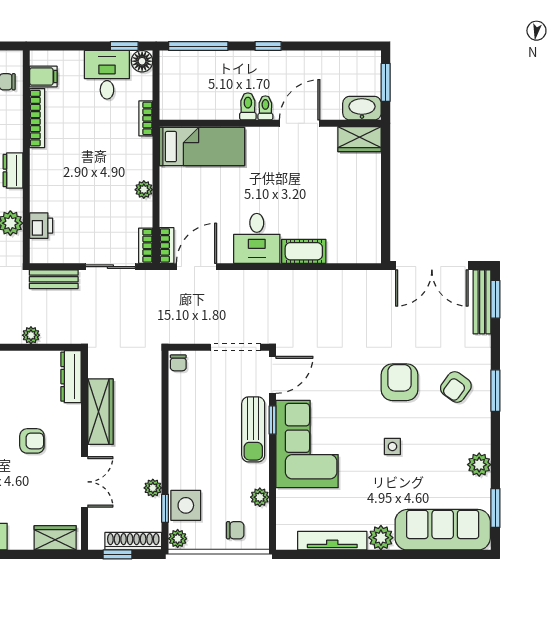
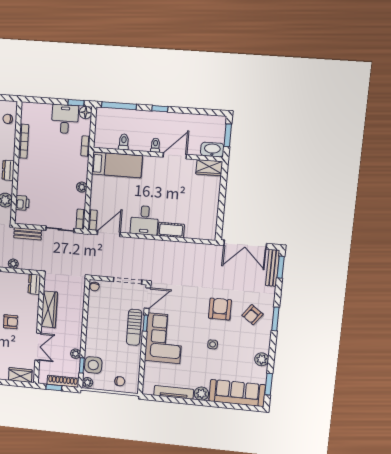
filing cabinet: (43, 77) -> (28, 117), removed
toilet: (248, 106) -> (124, 142), moved
dresser: (71, 377) -> (34, 284), width x0.70
plant: (260, 497) -> (135, 365), removed

